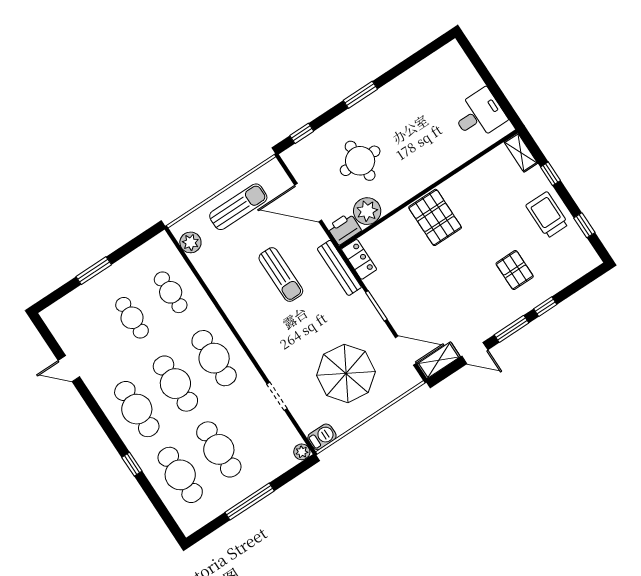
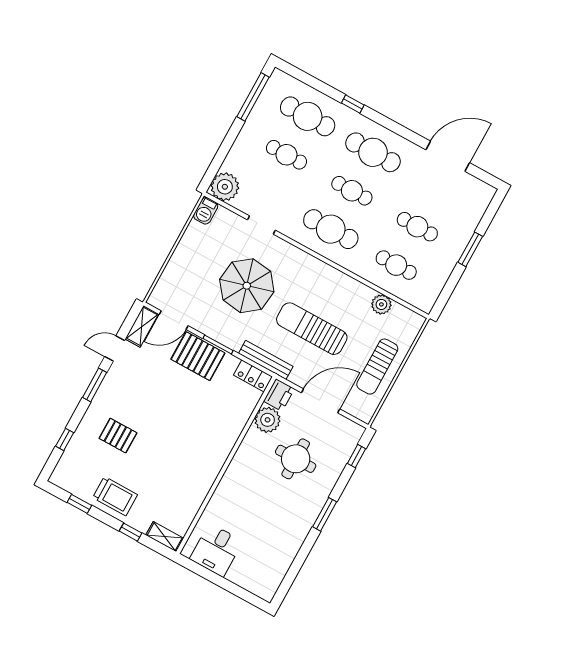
pallet: (435, 217) -> (198, 356), moved
plant: (190, 242) -> (381, 304), moved
sun lounger: (281, 274) -> (312, 329), width x1.36, depth x1.34
window: (545, 307) -> (65, 439), moved
door: (69, 369) -> (448, 156), width x1.88
parasol: (346, 373) -> (247, 286), moved
cafe table: (175, 384) -> (352, 191), width x0.73, depth x0.74
cafe table: (219, 449) -> (286, 155), width x0.73, depth x0.74
plant: (302, 452) -> (225, 187), width x1.88, depth x1.88
window: (250, 502) -> (253, 97), moved

